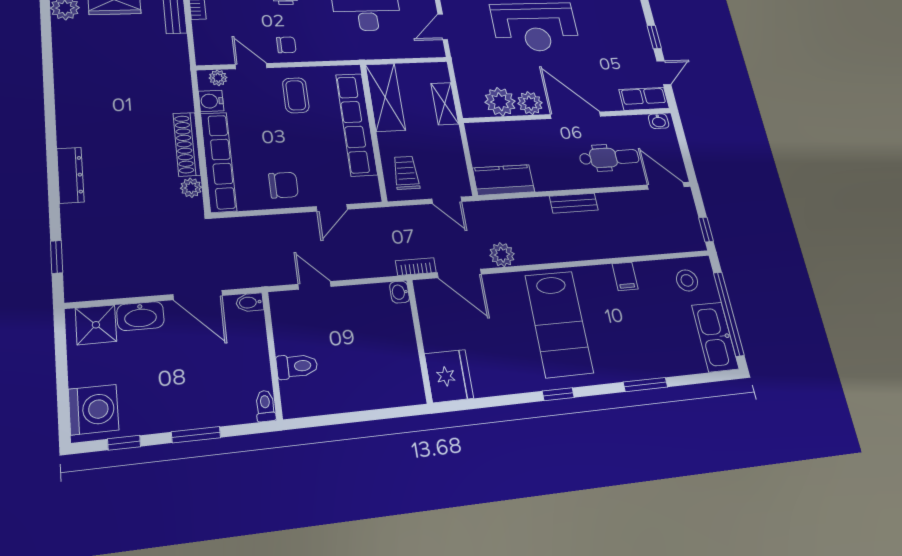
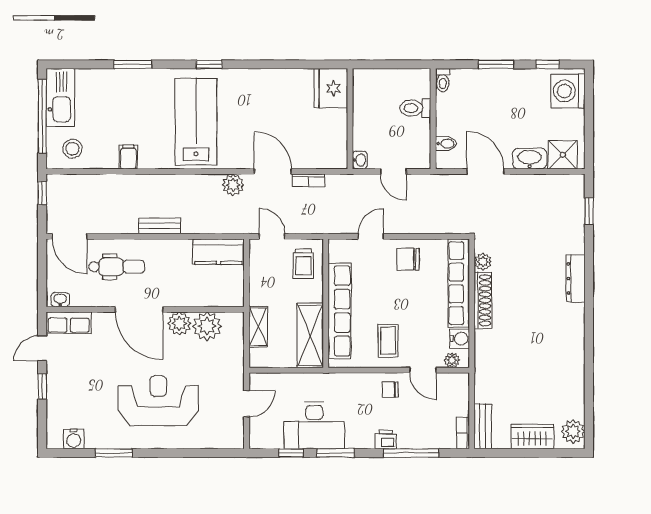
dental chair: (609, 158) -> (117, 267), turned 180
washbasin: (400, 292) -> (360, 160), moved
bidet: (250, 302) -> (446, 144), moved
wall: (419, 341) -> (350, 119), moved
fridge: (449, 376) -> (331, 88), moved

